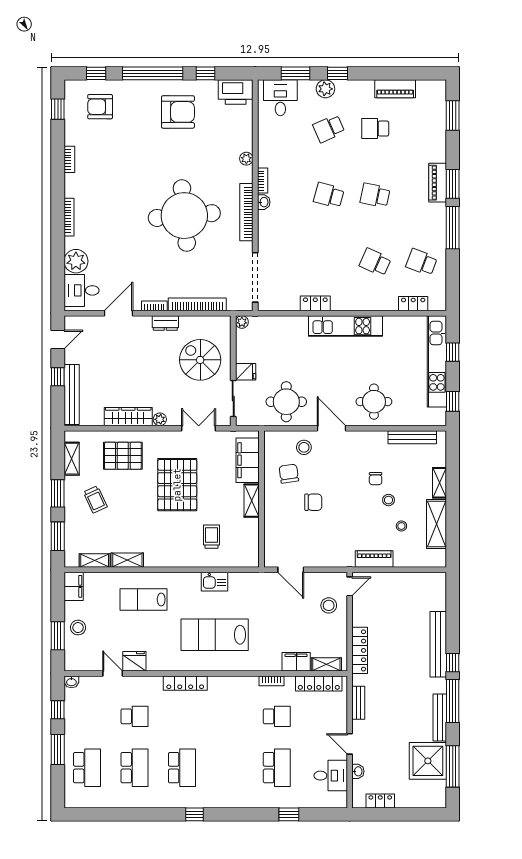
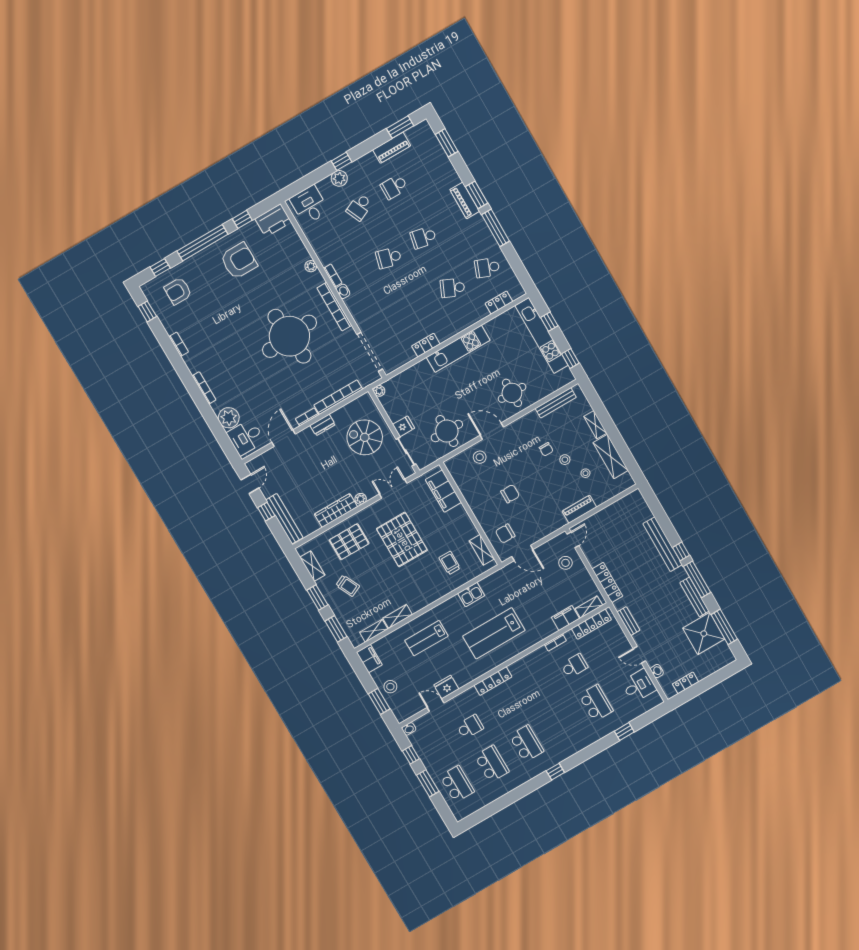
window: (296, 73) -> (400, 127), moved
chair: (289, 474) -> (505, 534), moved, turned -82
shelving: (252, 501) -> (482, 550), moved

